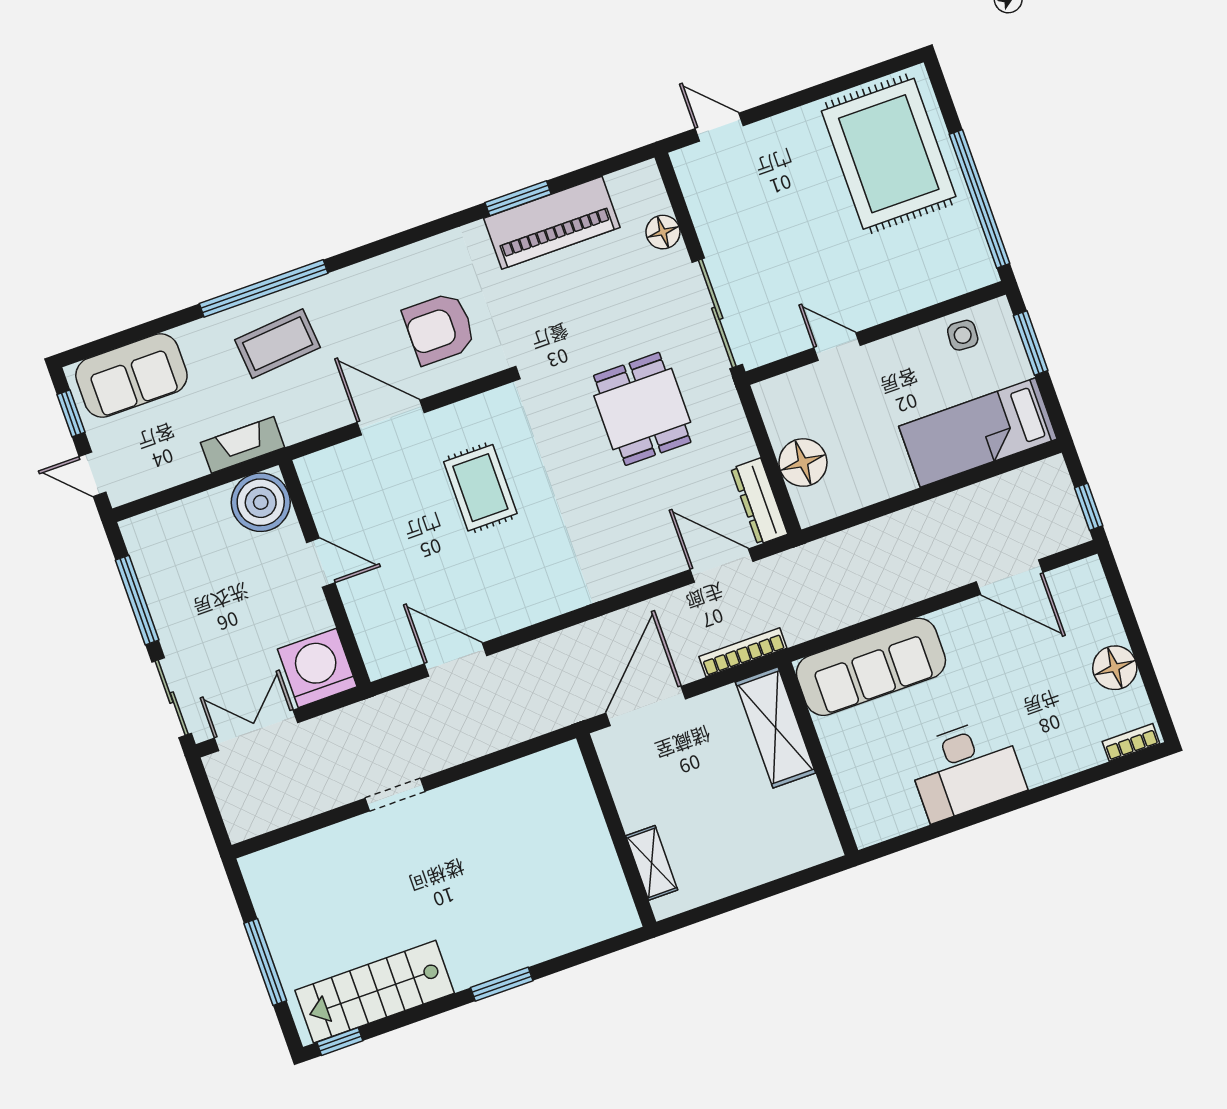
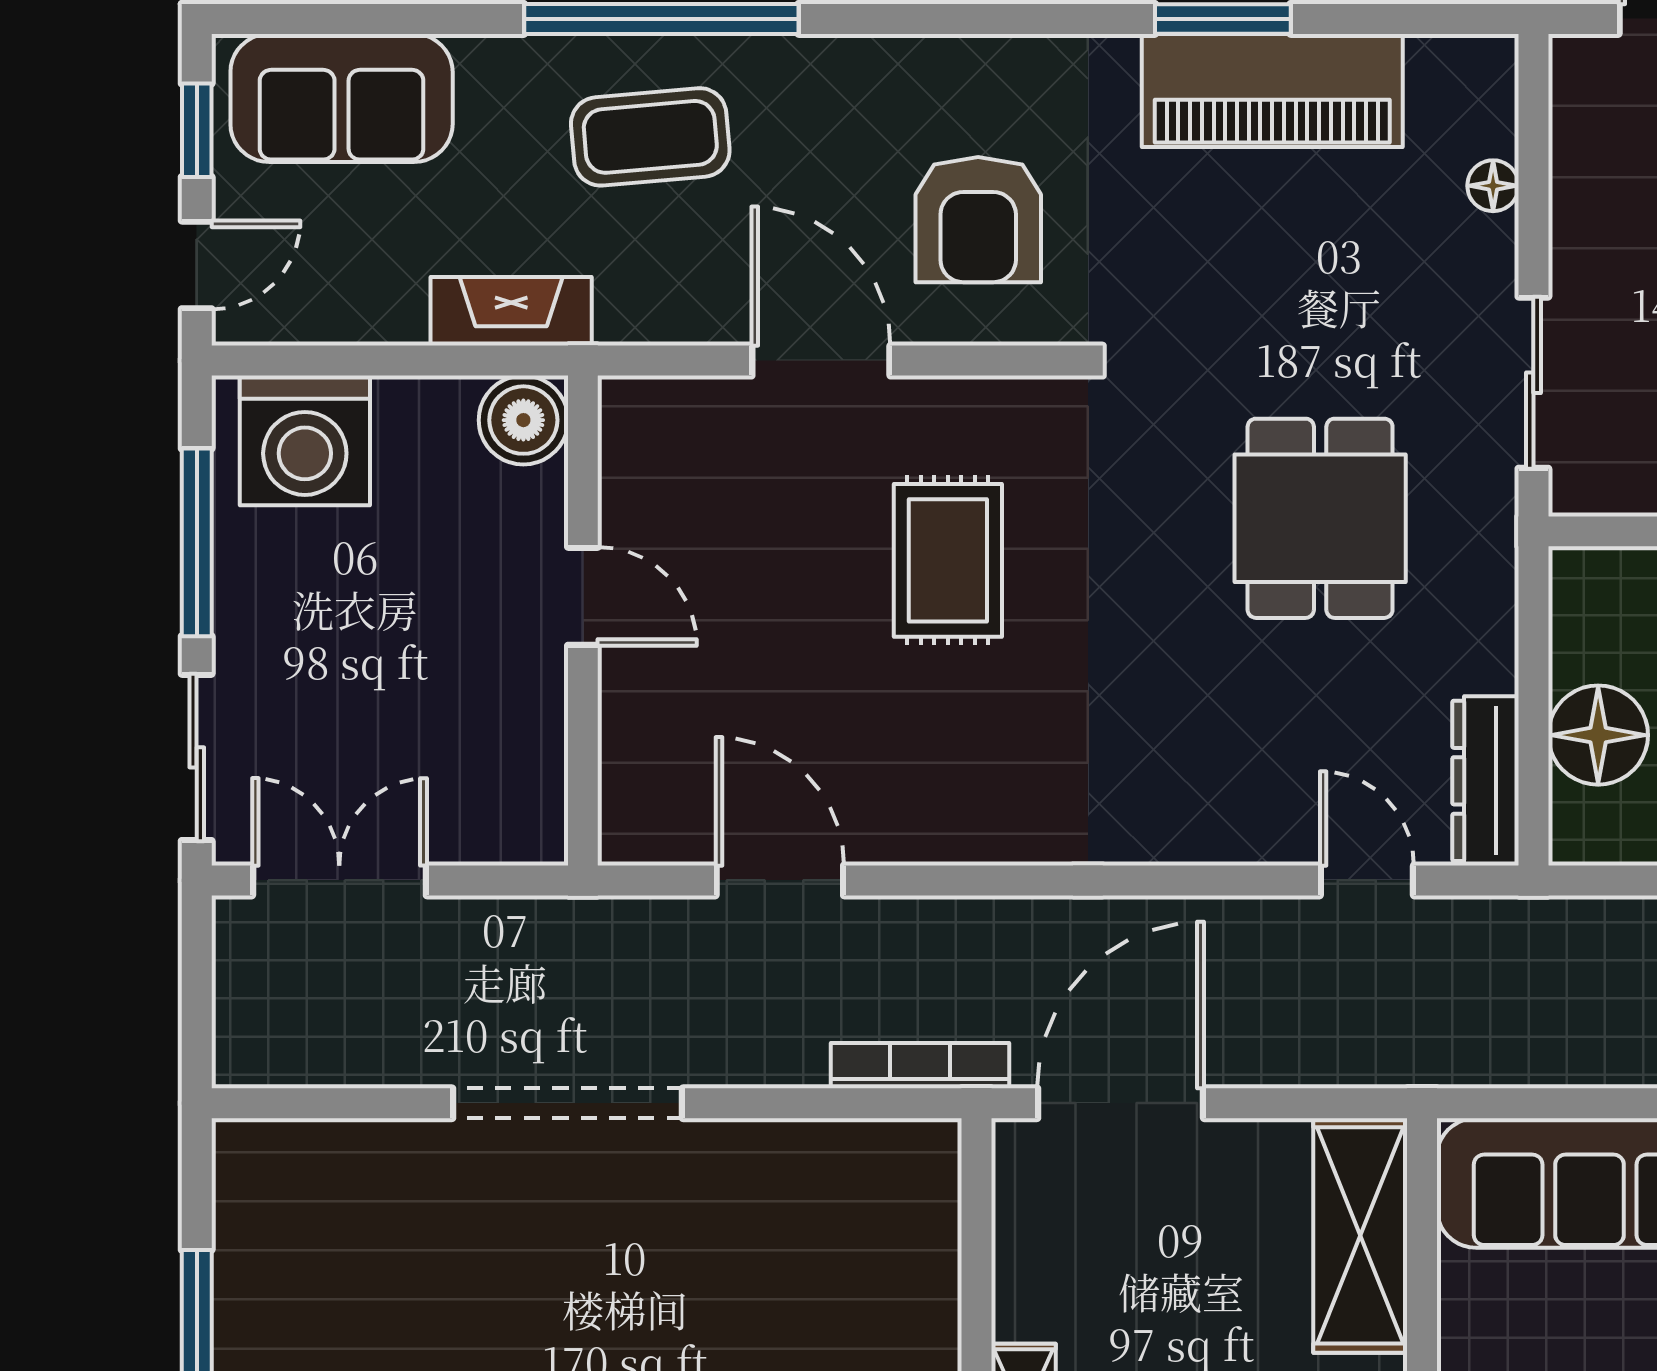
floor lamp: (663, 232) -> (1493, 186), width x0.73, depth x0.73
sliding door: (717, 313) -> (1533, 383), width x0.73
armchair: (439, 328) -> (978, 220), turned -90
door: (93, 474) -> (197, 265), swing flipped
boiler: (261, 502) -> (523, 420), width x0.73, depth x0.73
door: (722, 566) -> (1367, 880), width x0.73
bookcase: (743, 652) -> (920, 1066), moved
washing machine: (317, 668) -> (305, 440), moved, turned 180
doorway: (395, 795) -> (568, 1103), width x1.87

